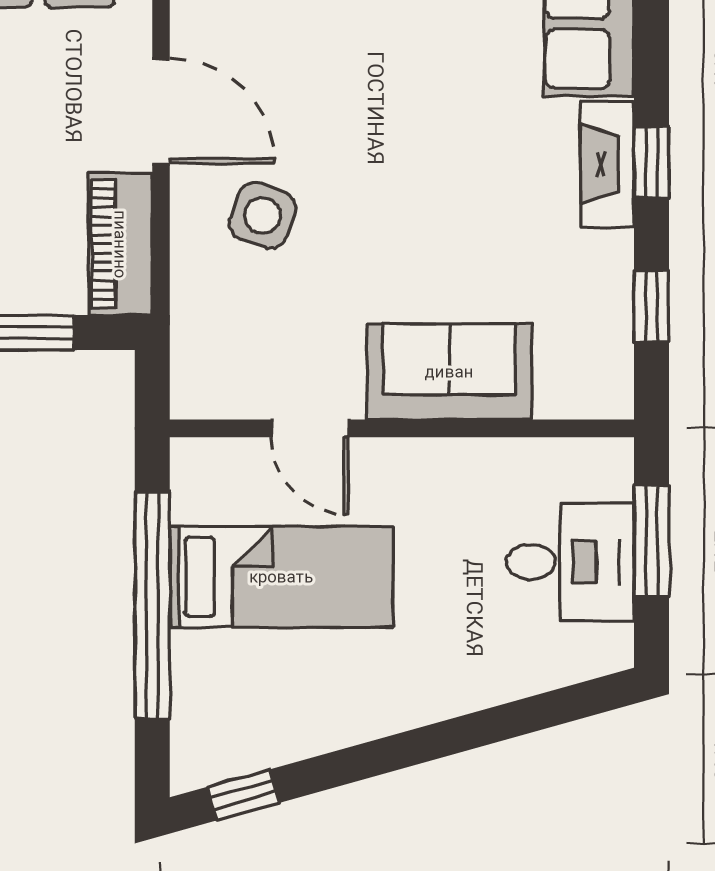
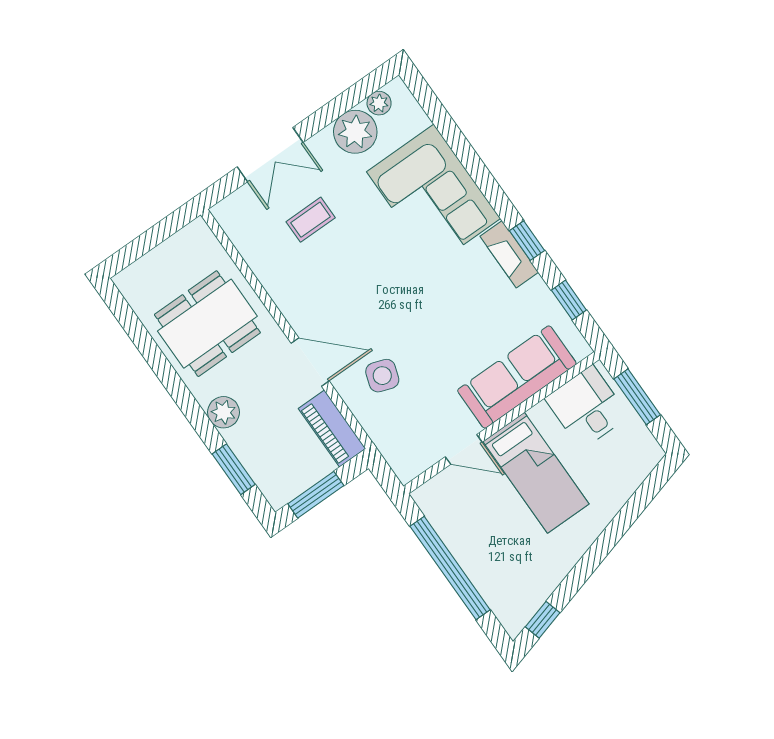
sofa: (449, 372) -> (517, 377), width x1.36
desk: (570, 562) -> (587, 407), moved, turned -90
bed: (281, 577) -> (536, 473), moved, turned 90

